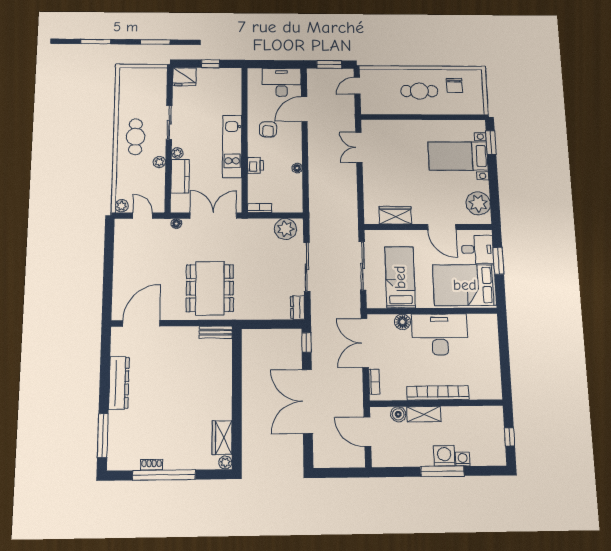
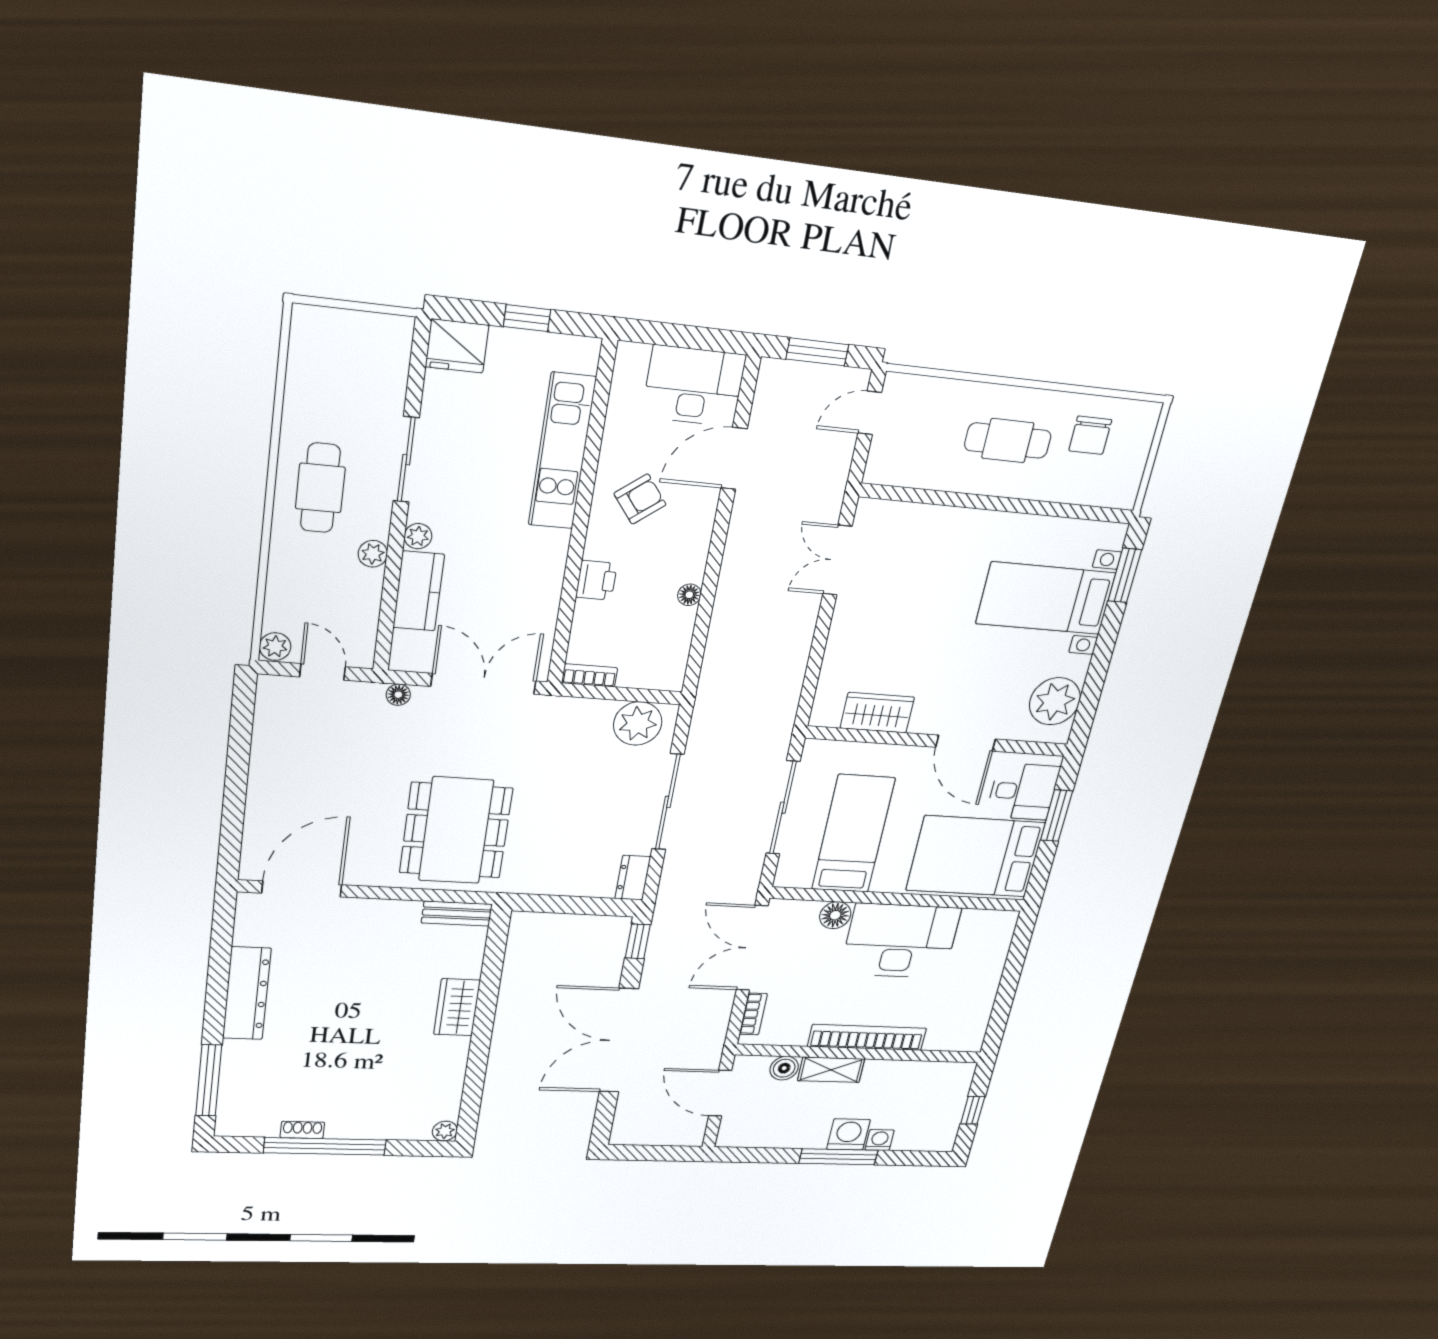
armchair: (268, 129) -> (640, 499), turned -128
kitchen unit: (232, 146) -> (562, 451), moved
wardrobe: (222, 438) -> (457, 1007), moved

